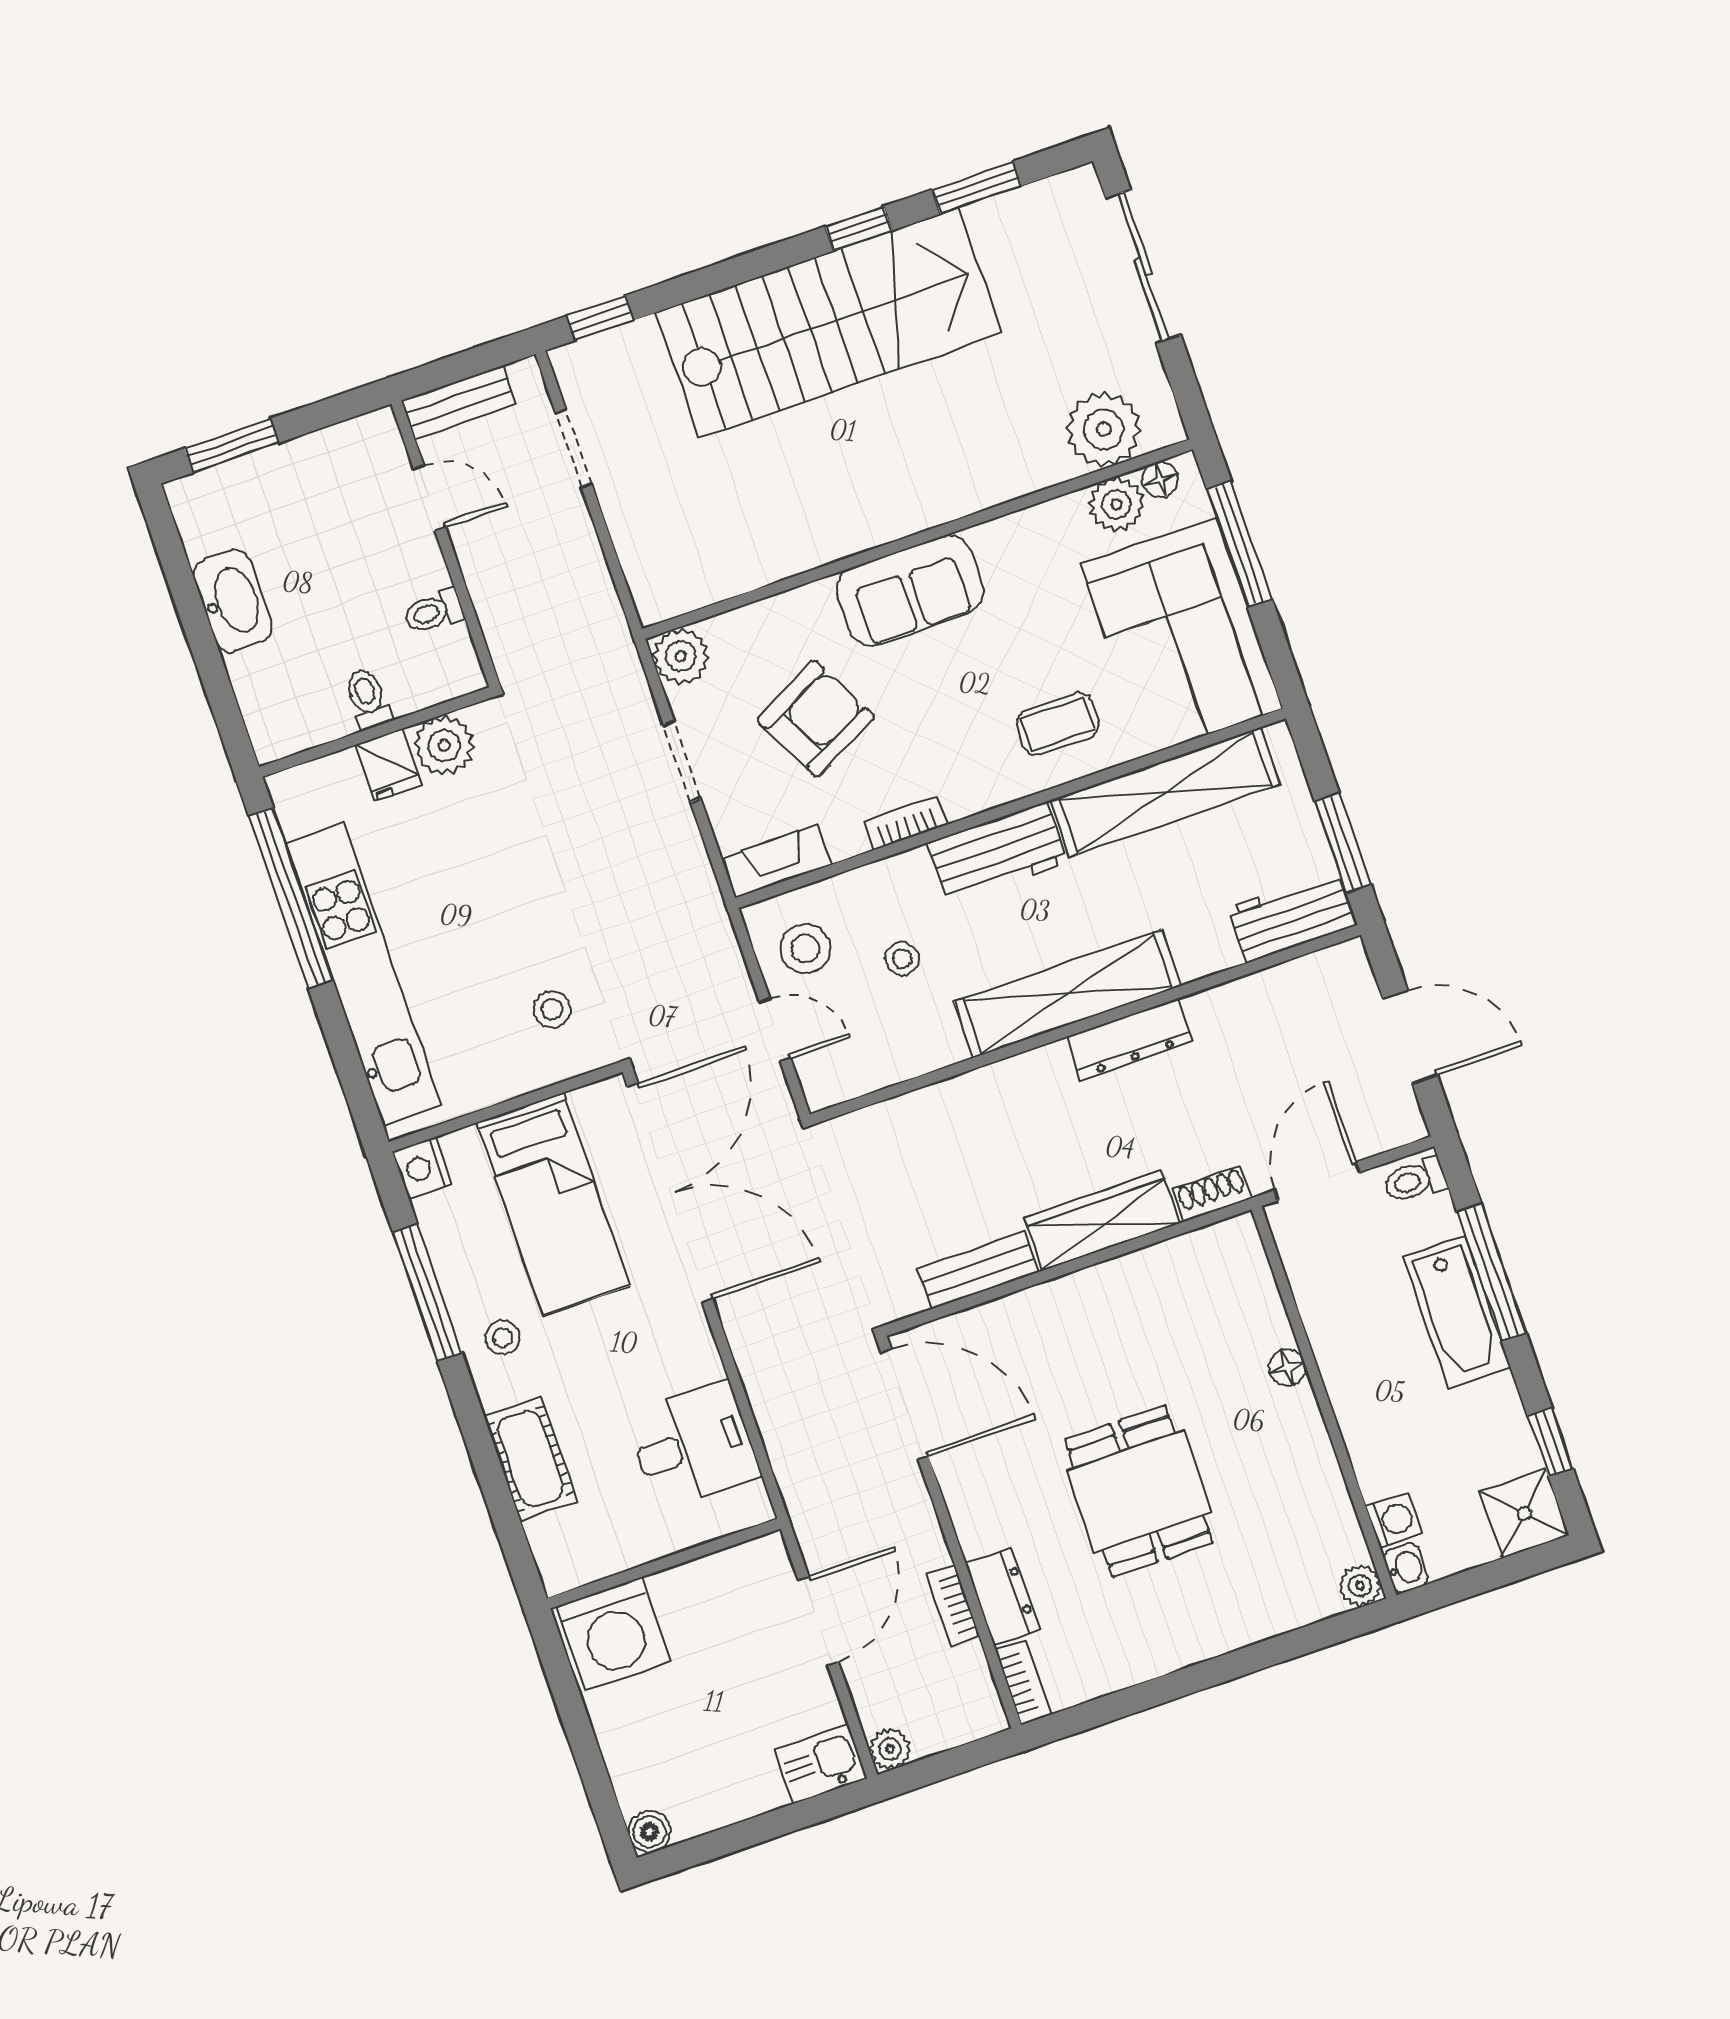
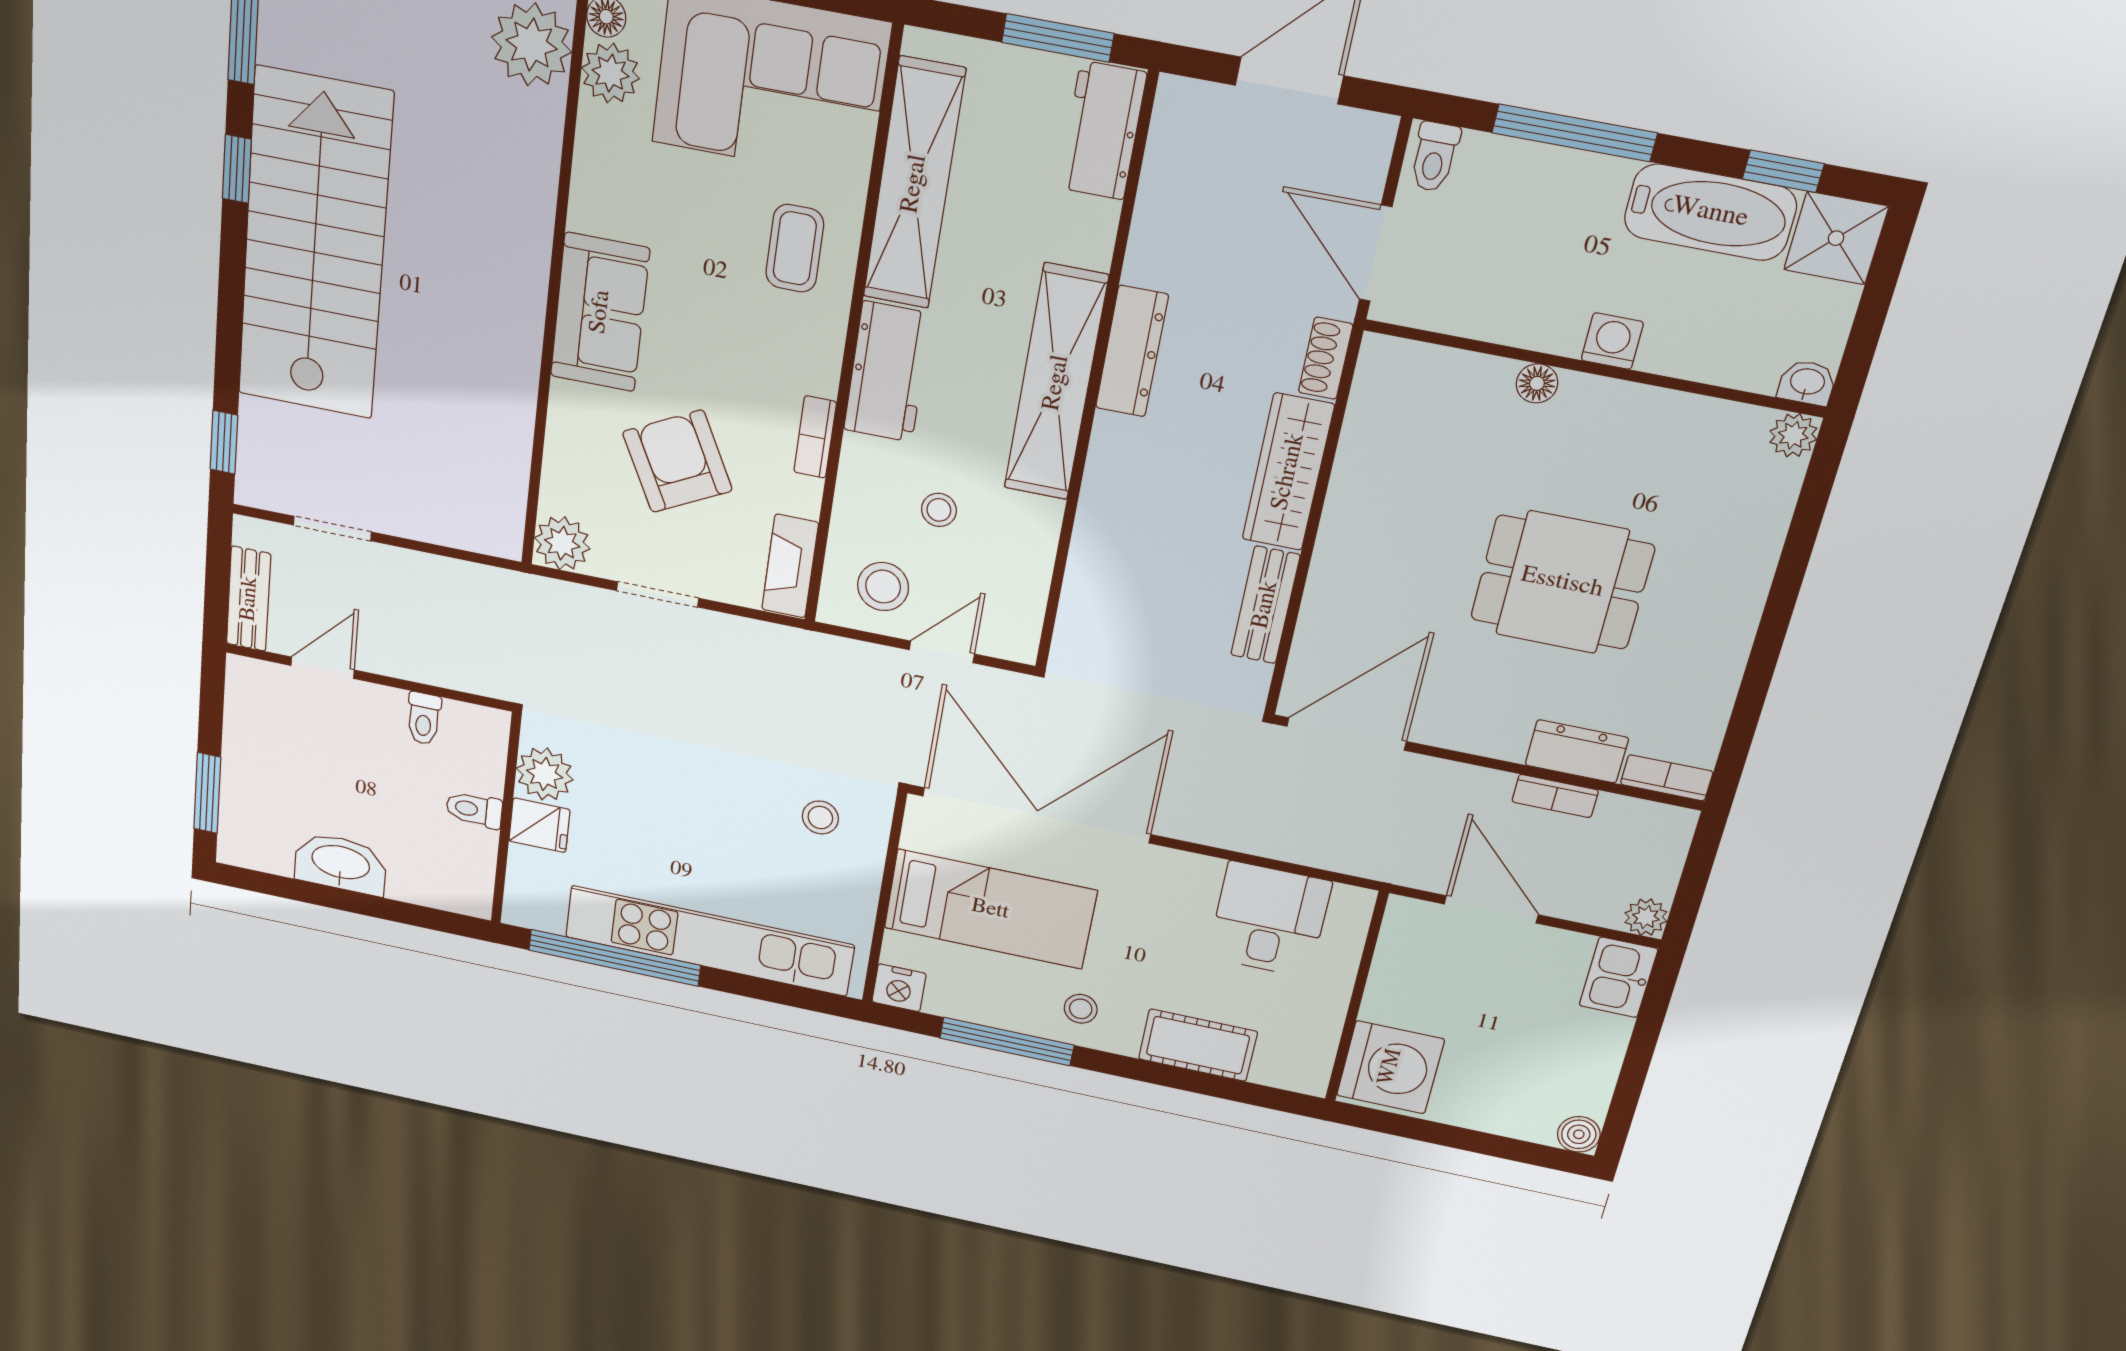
bathtub: (1457, 1312) -> (1710, 212), moved
washing machine: (1394, 1520) -> (1612, 341), moved

